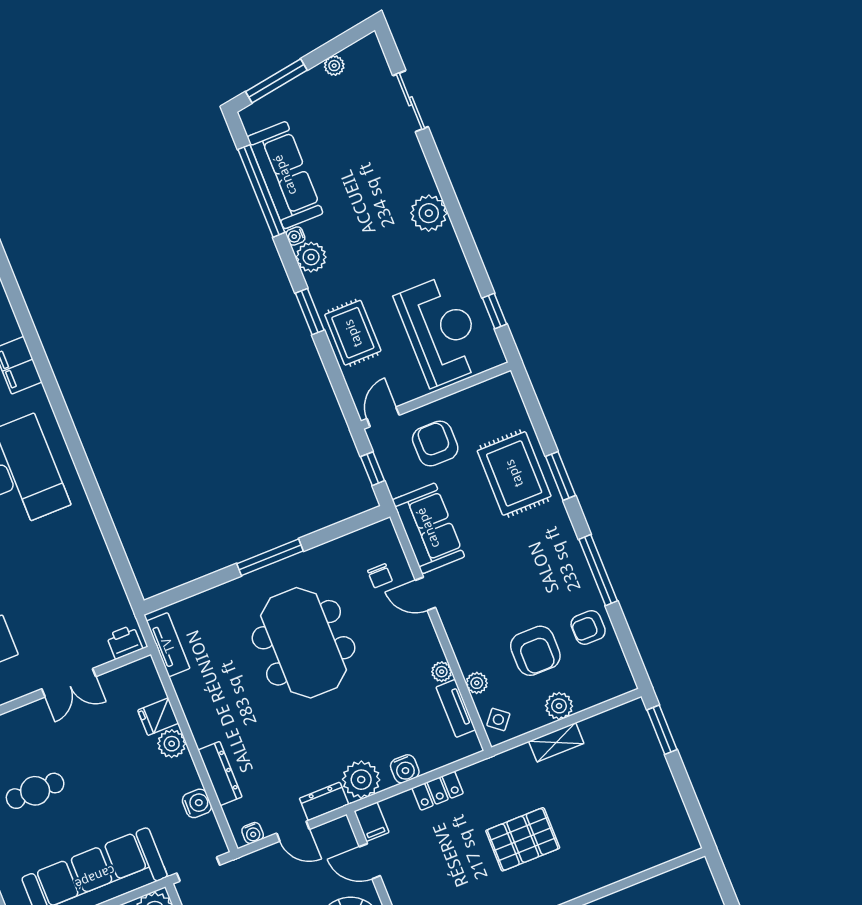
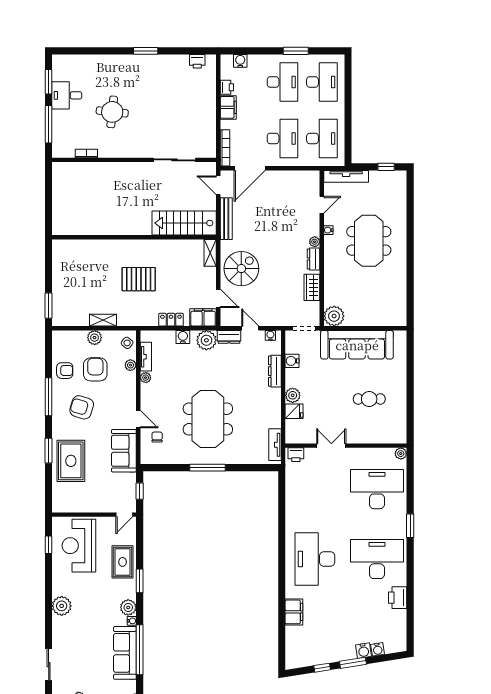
armchair: (435, 444) -> (82, 407), moved, turned 107
filing cabinet: (372, 822) -> (203, 317), width x2.00

